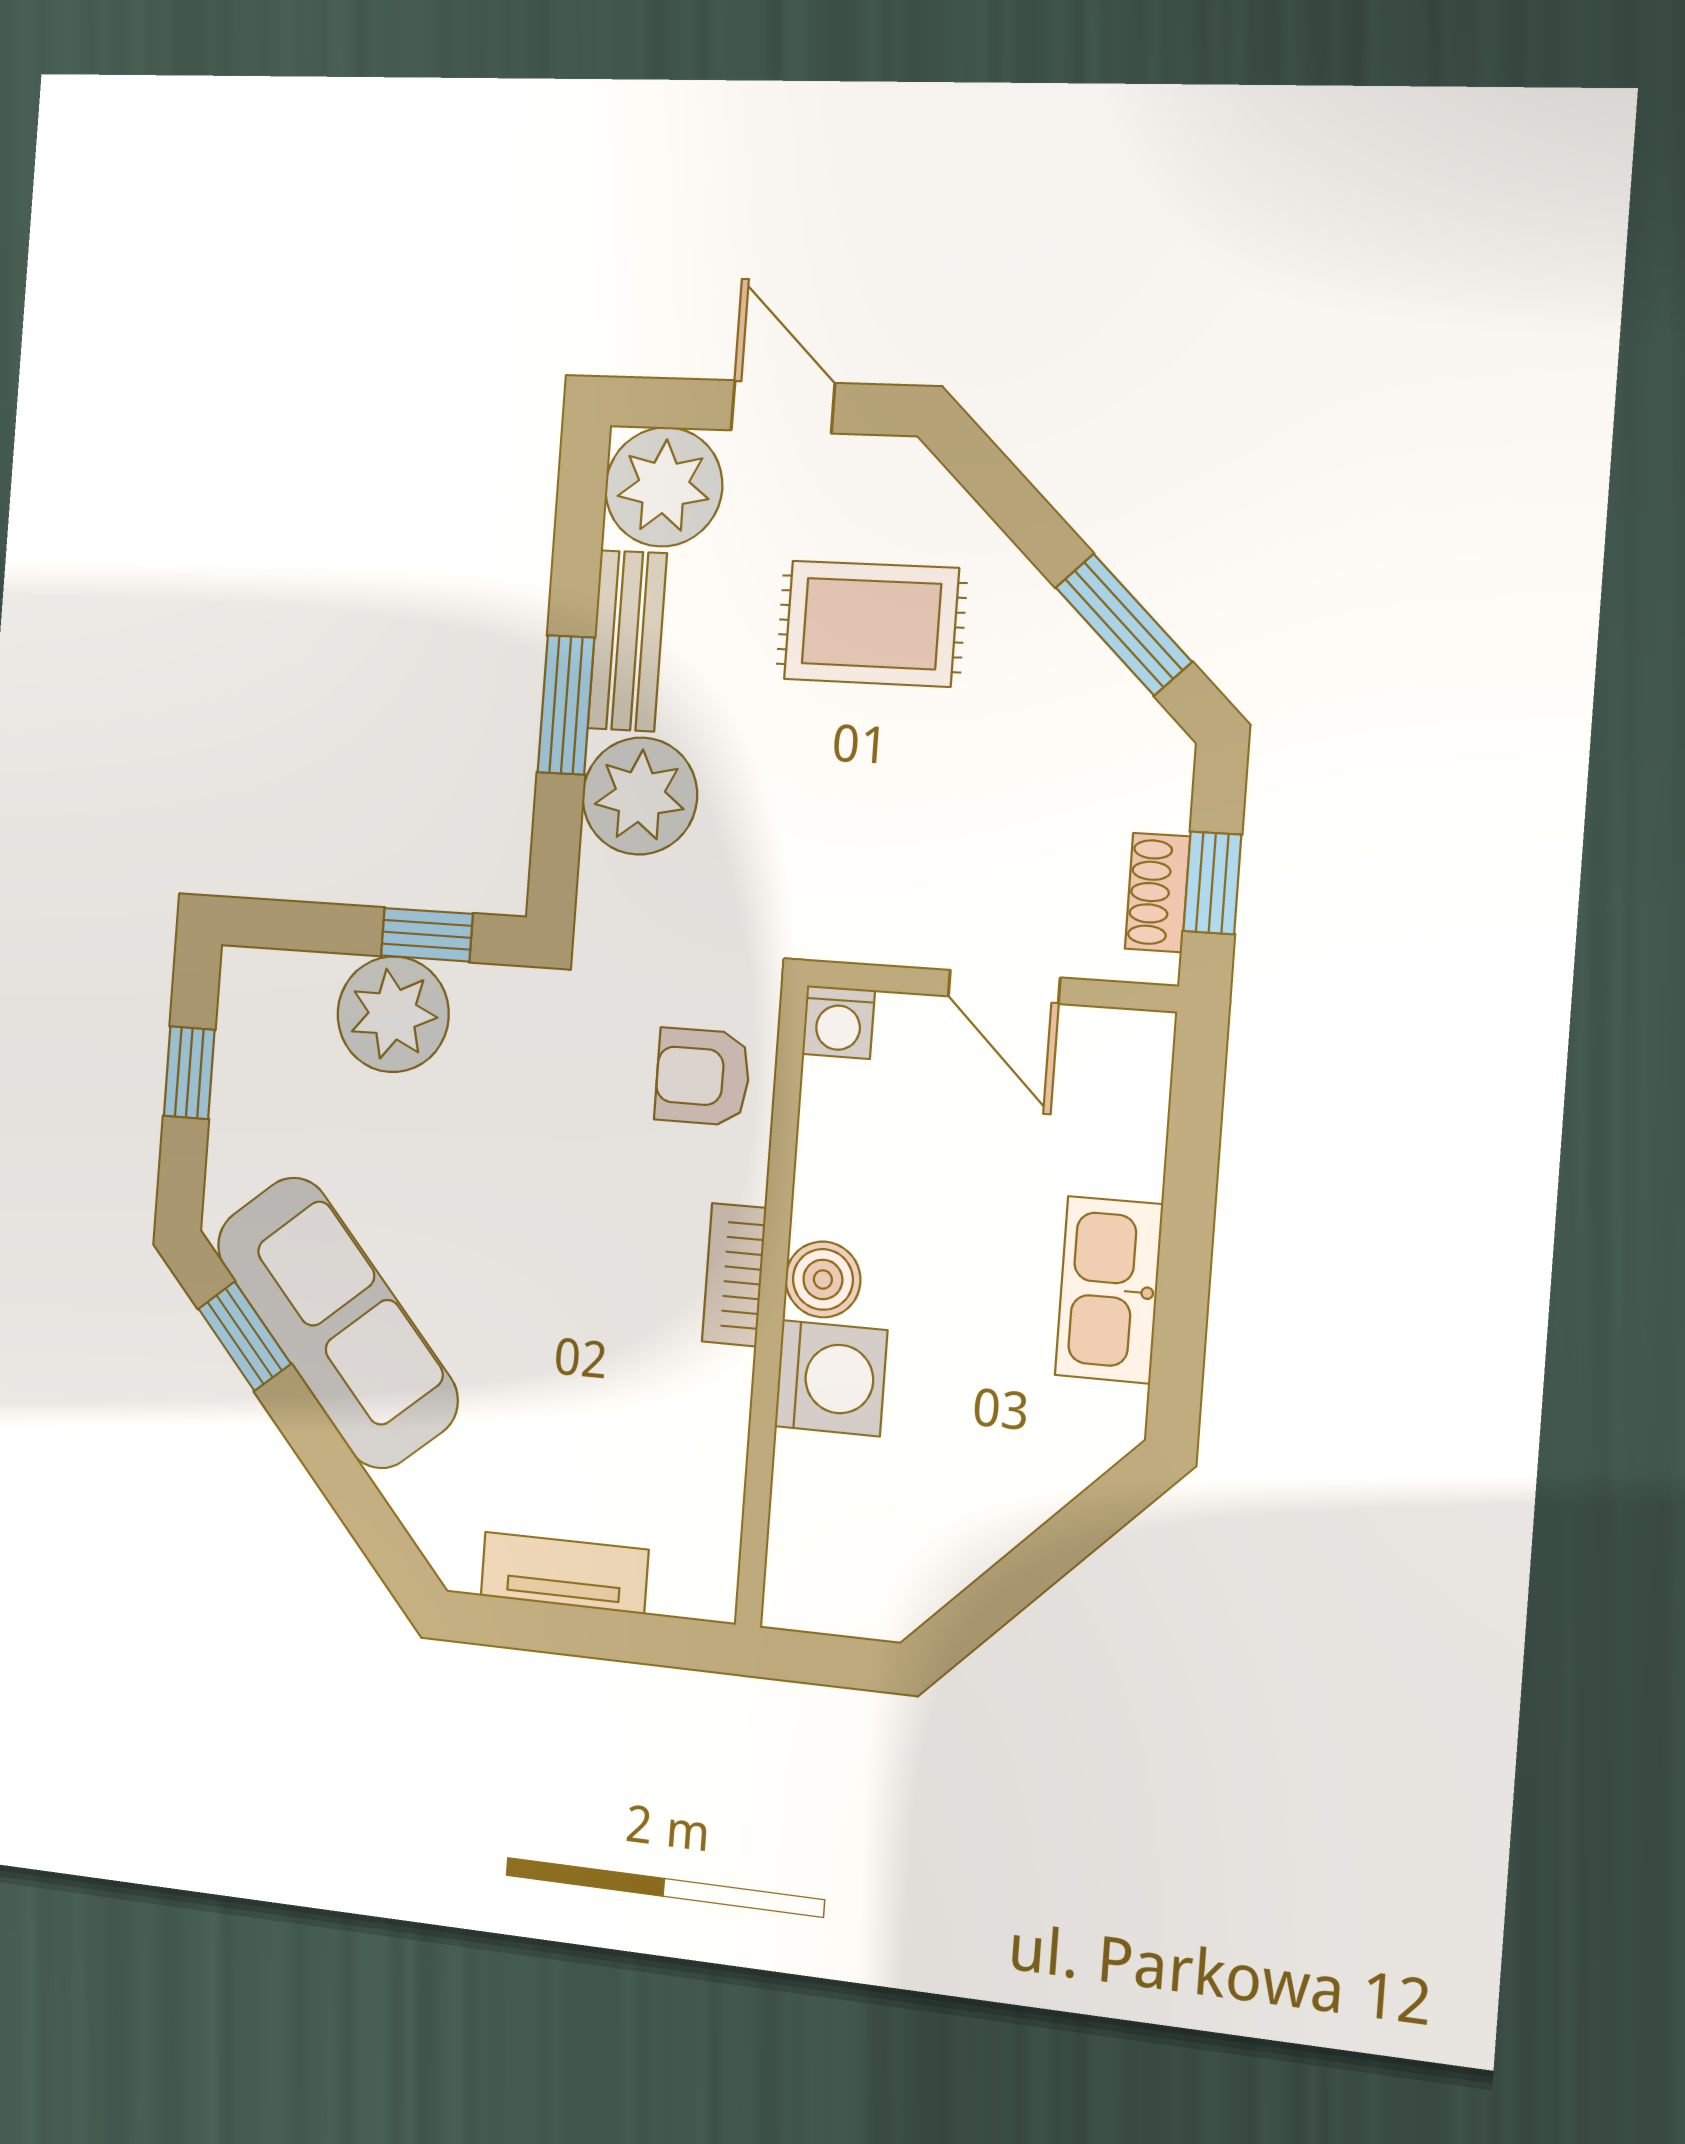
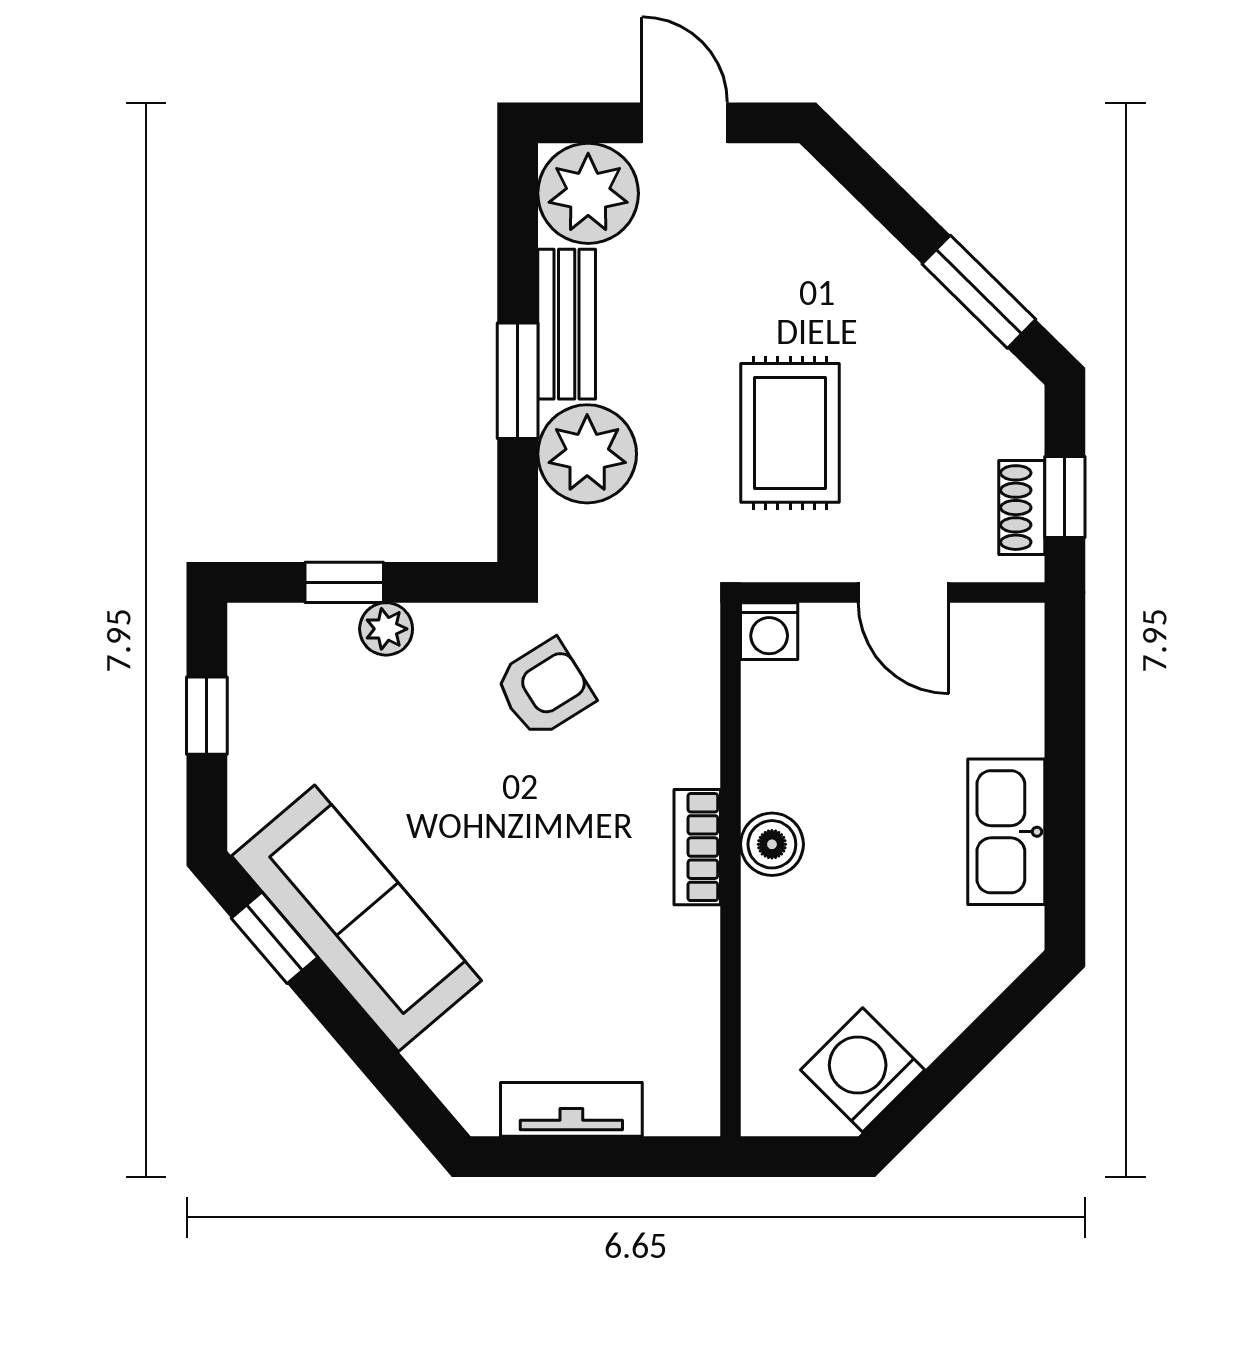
rug: (871, 624) -> (790, 433), moved, turned 90
window: (427, 935) -> (344, 582), moved
plant: (393, 1014) -> (386, 629), width x0.53, depth x0.53
armchair: (703, 1077) -> (544, 688), moved, turned 148
washing machine: (831, 1378) -> (863, 1070), moved, turned -135

